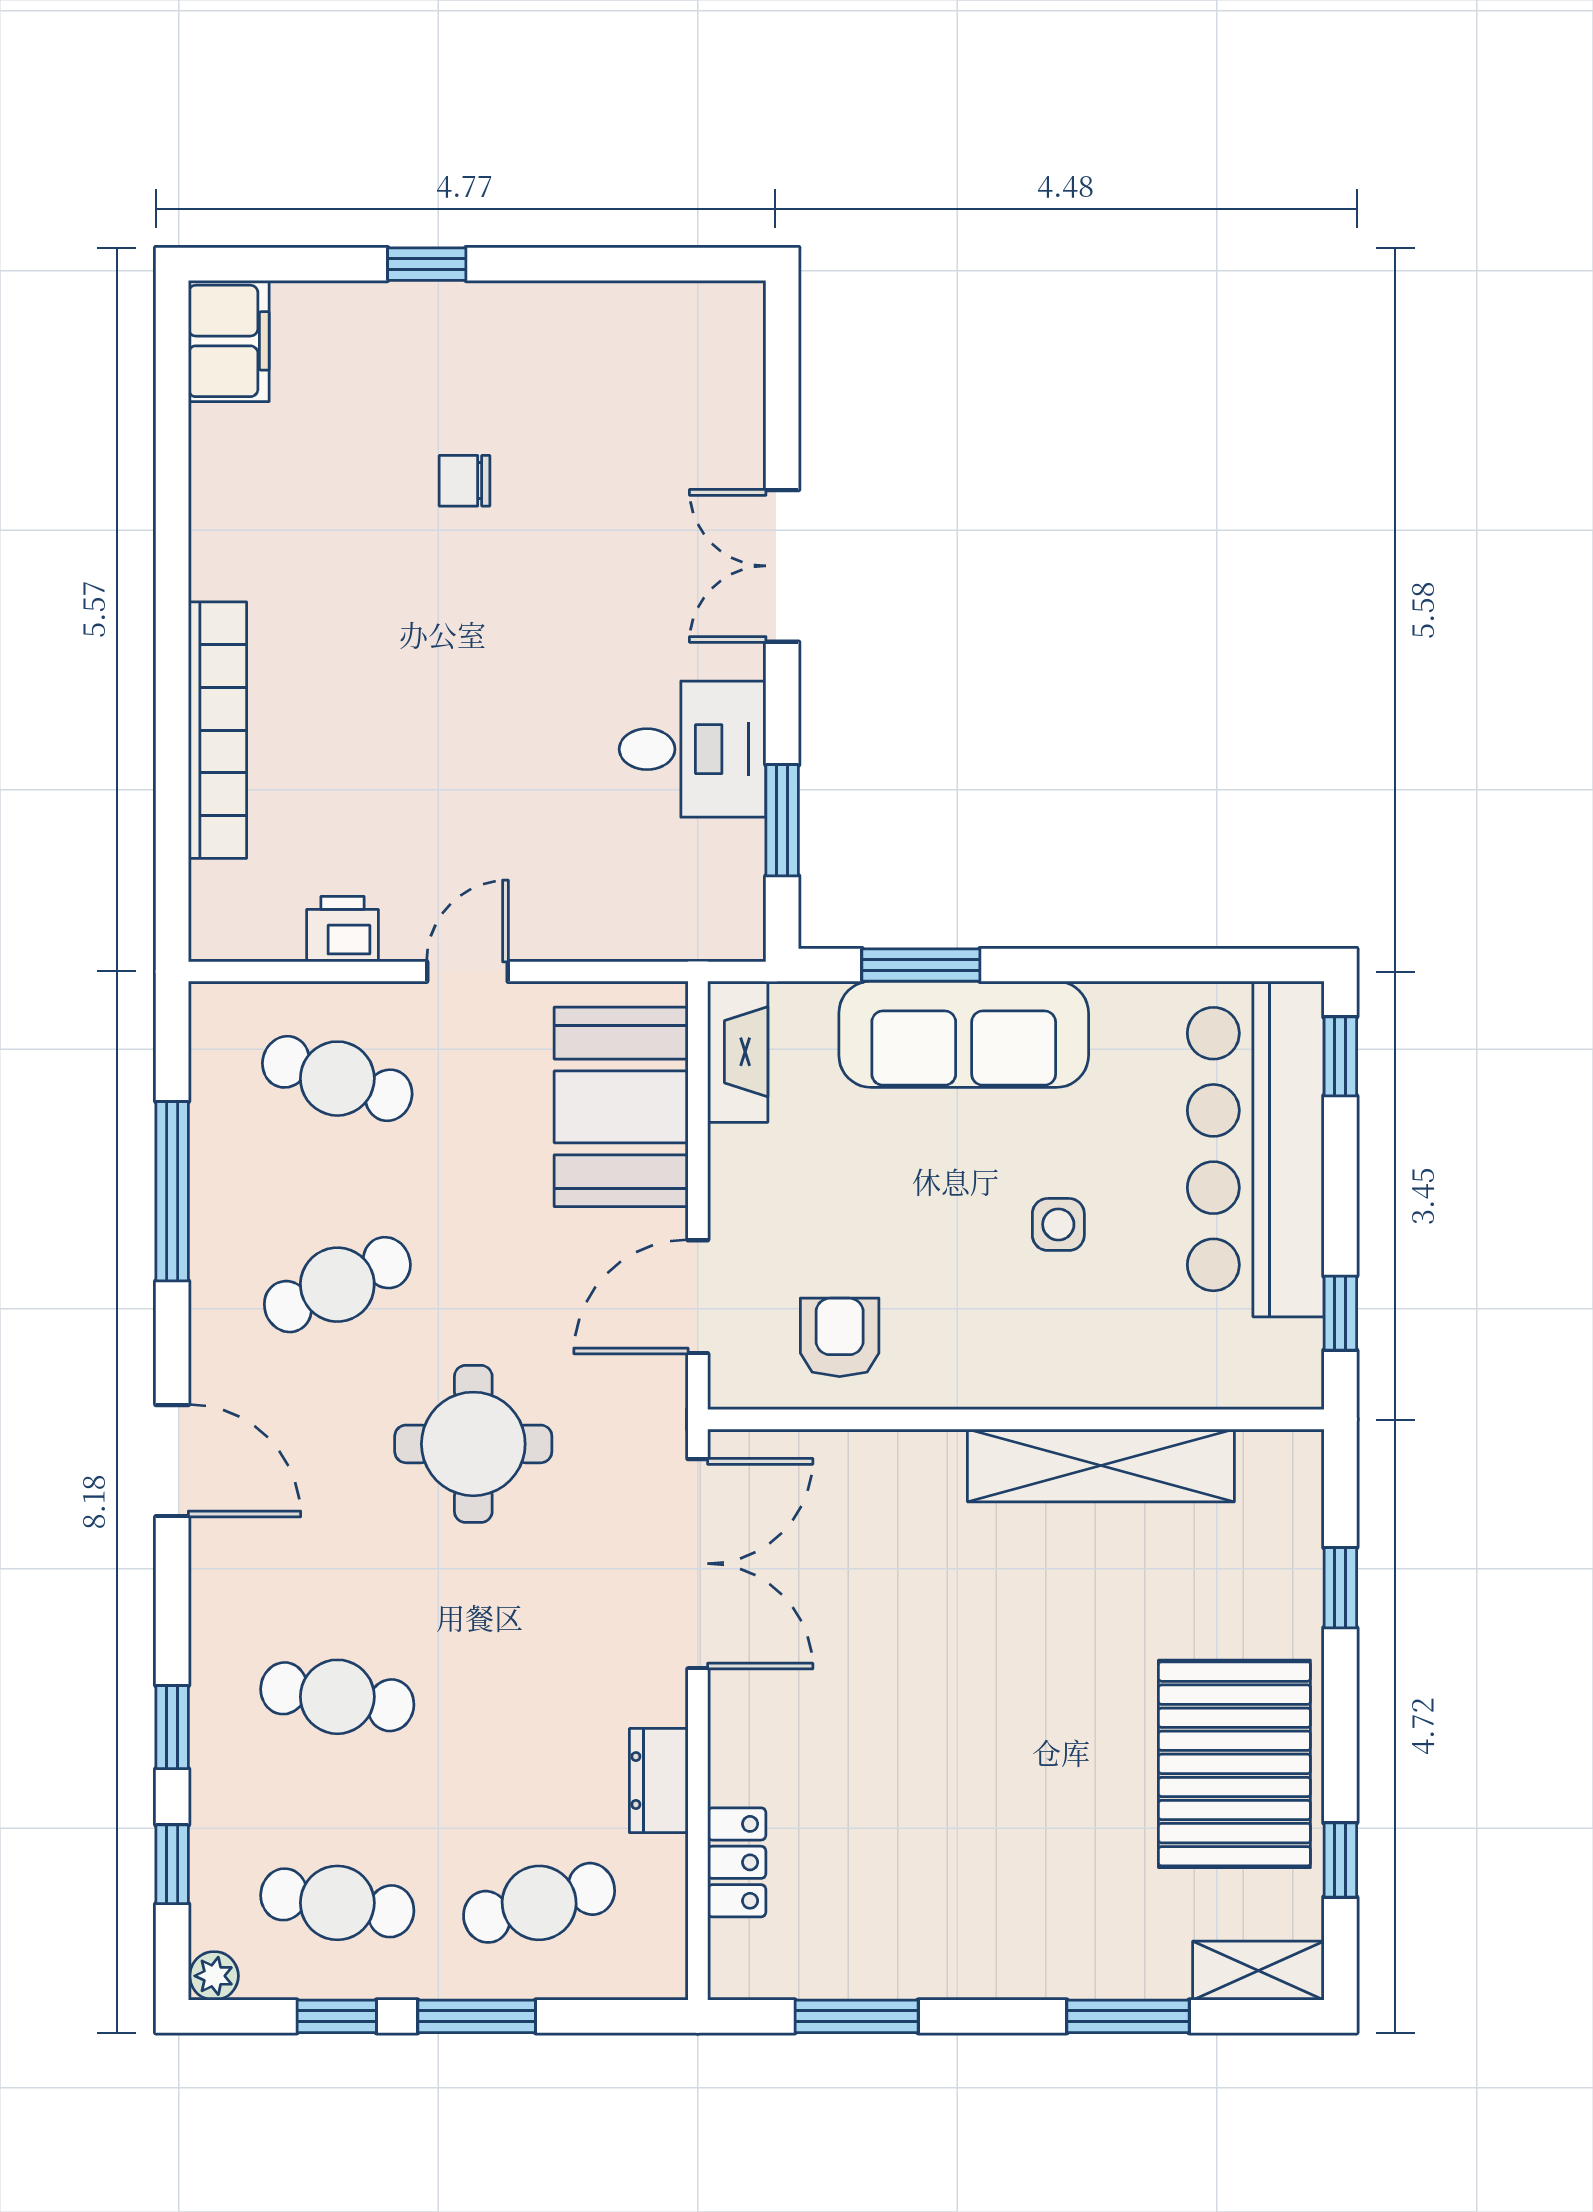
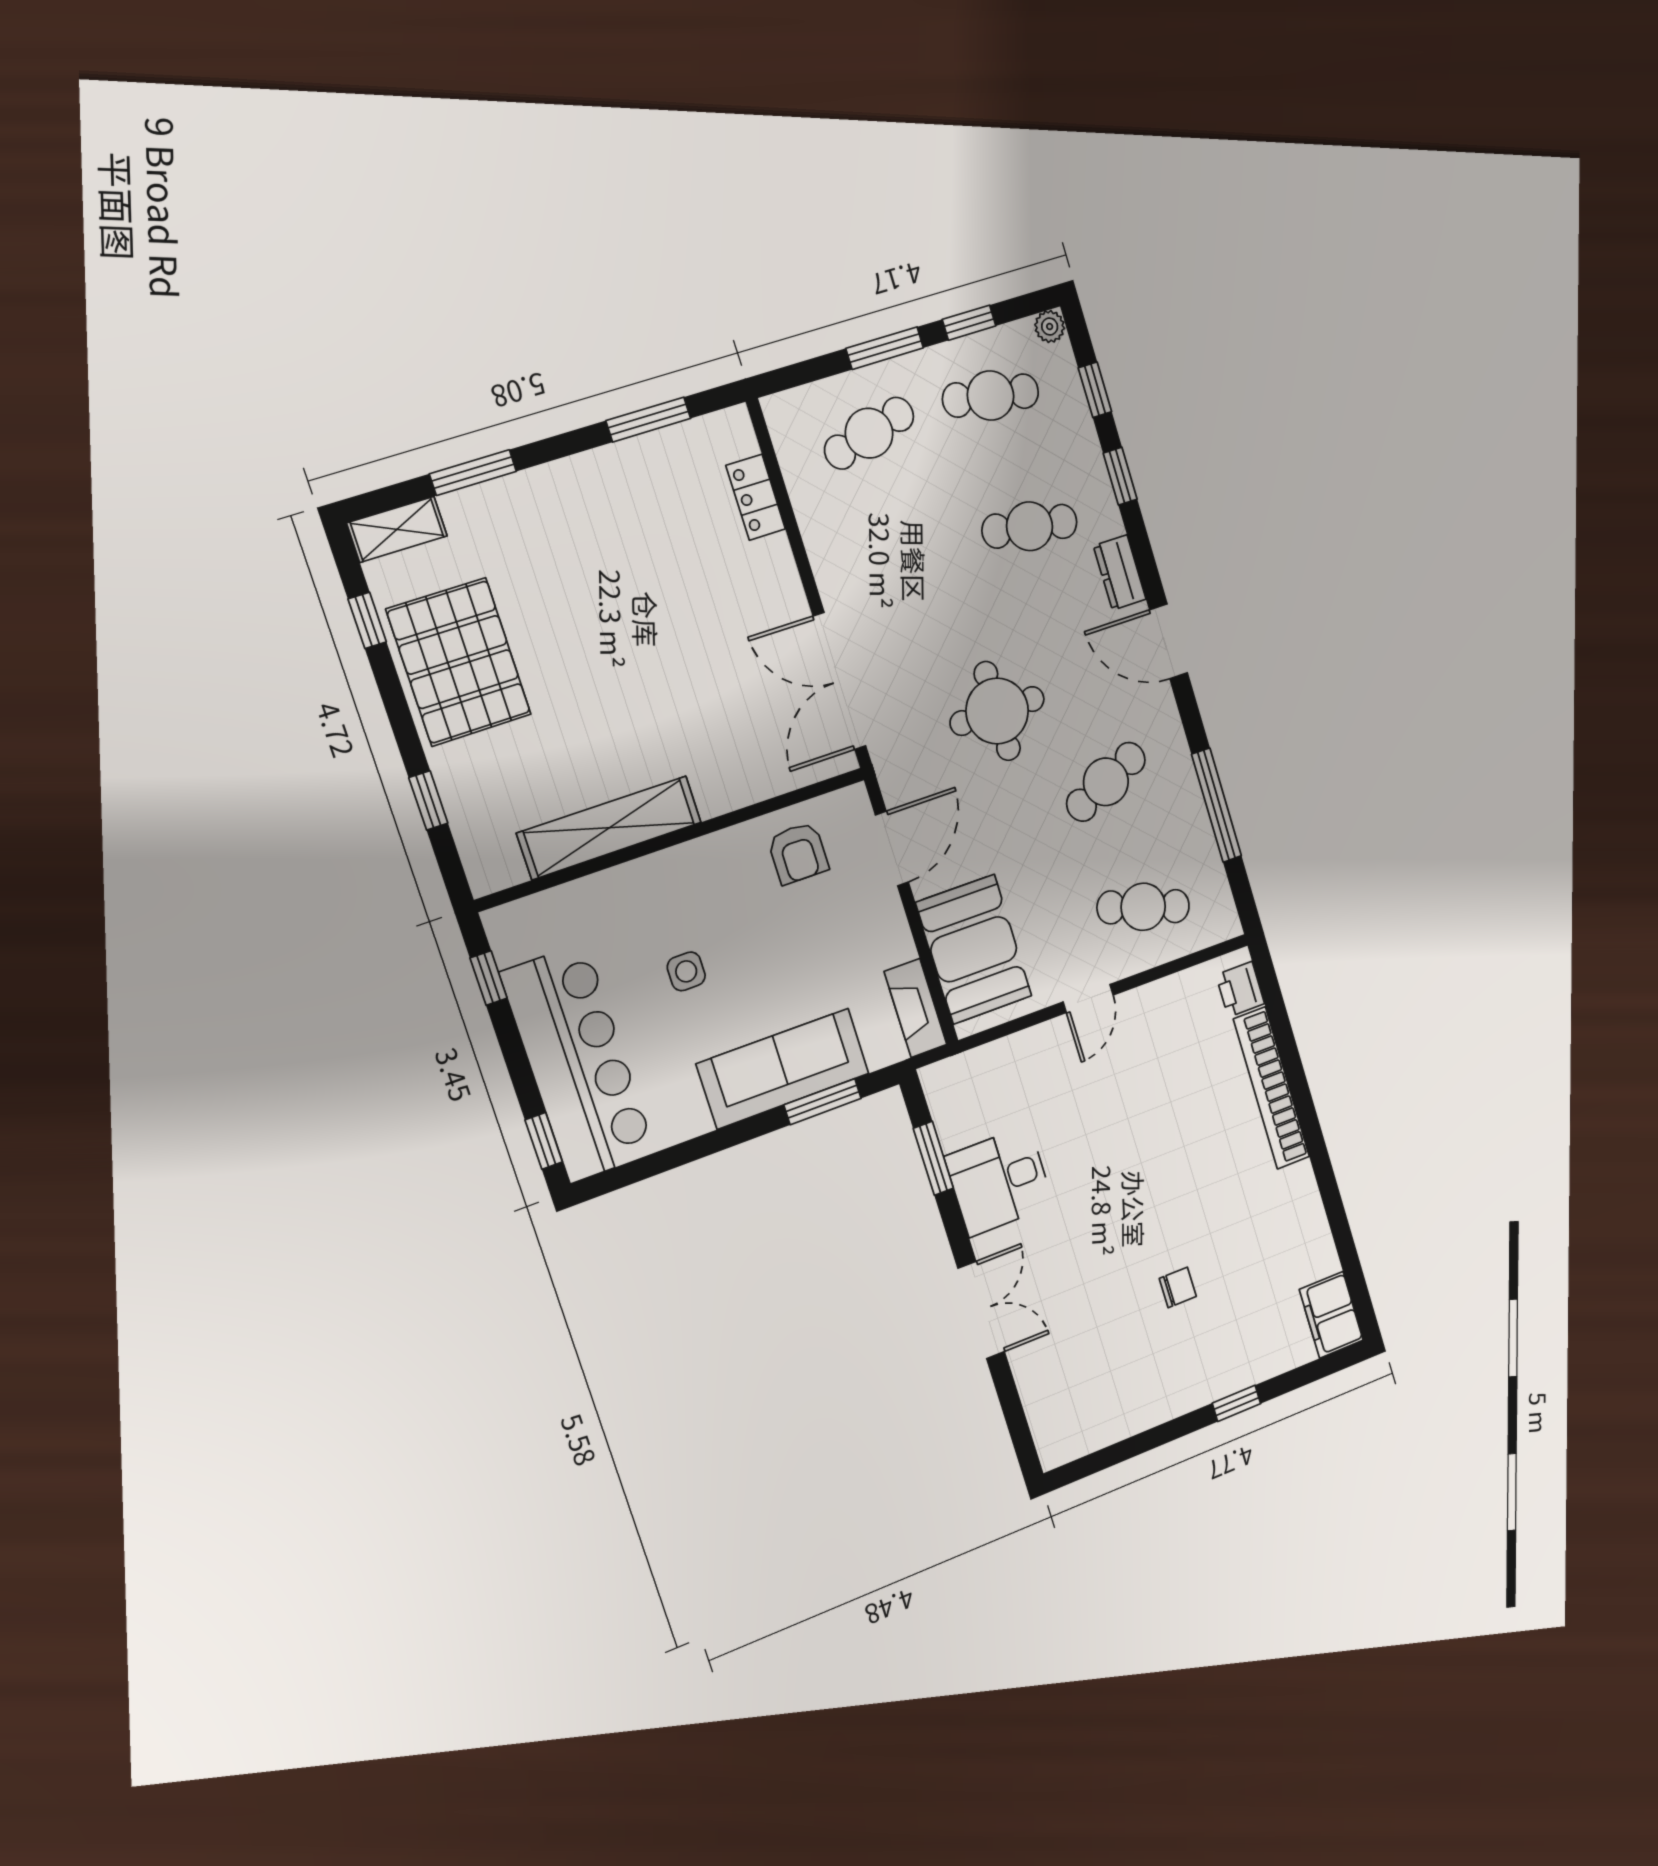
printer: (342, 929) -> (1240, 989), moved, turned 90
dresser: (659, 1781) -> (1120, 572), moved, turned 180

